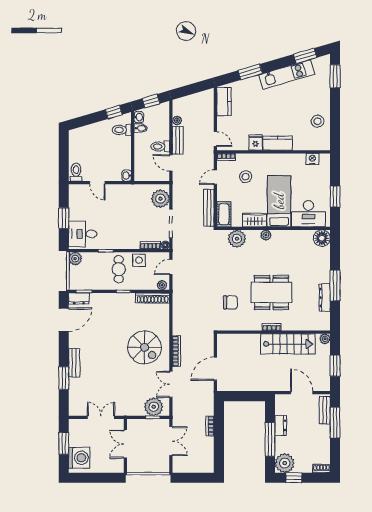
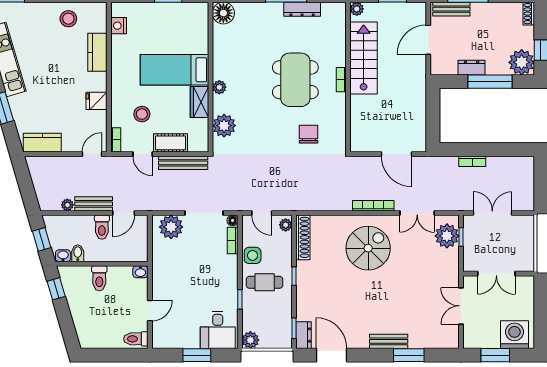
toilet: (122, 130) -> (99, 278), moved
kitchen counter: (277, 143) -> (97, 52), moved
cot: (224, 214) -> (171, 143), moved
desk: (308, 214) -> (191, 31), removed

